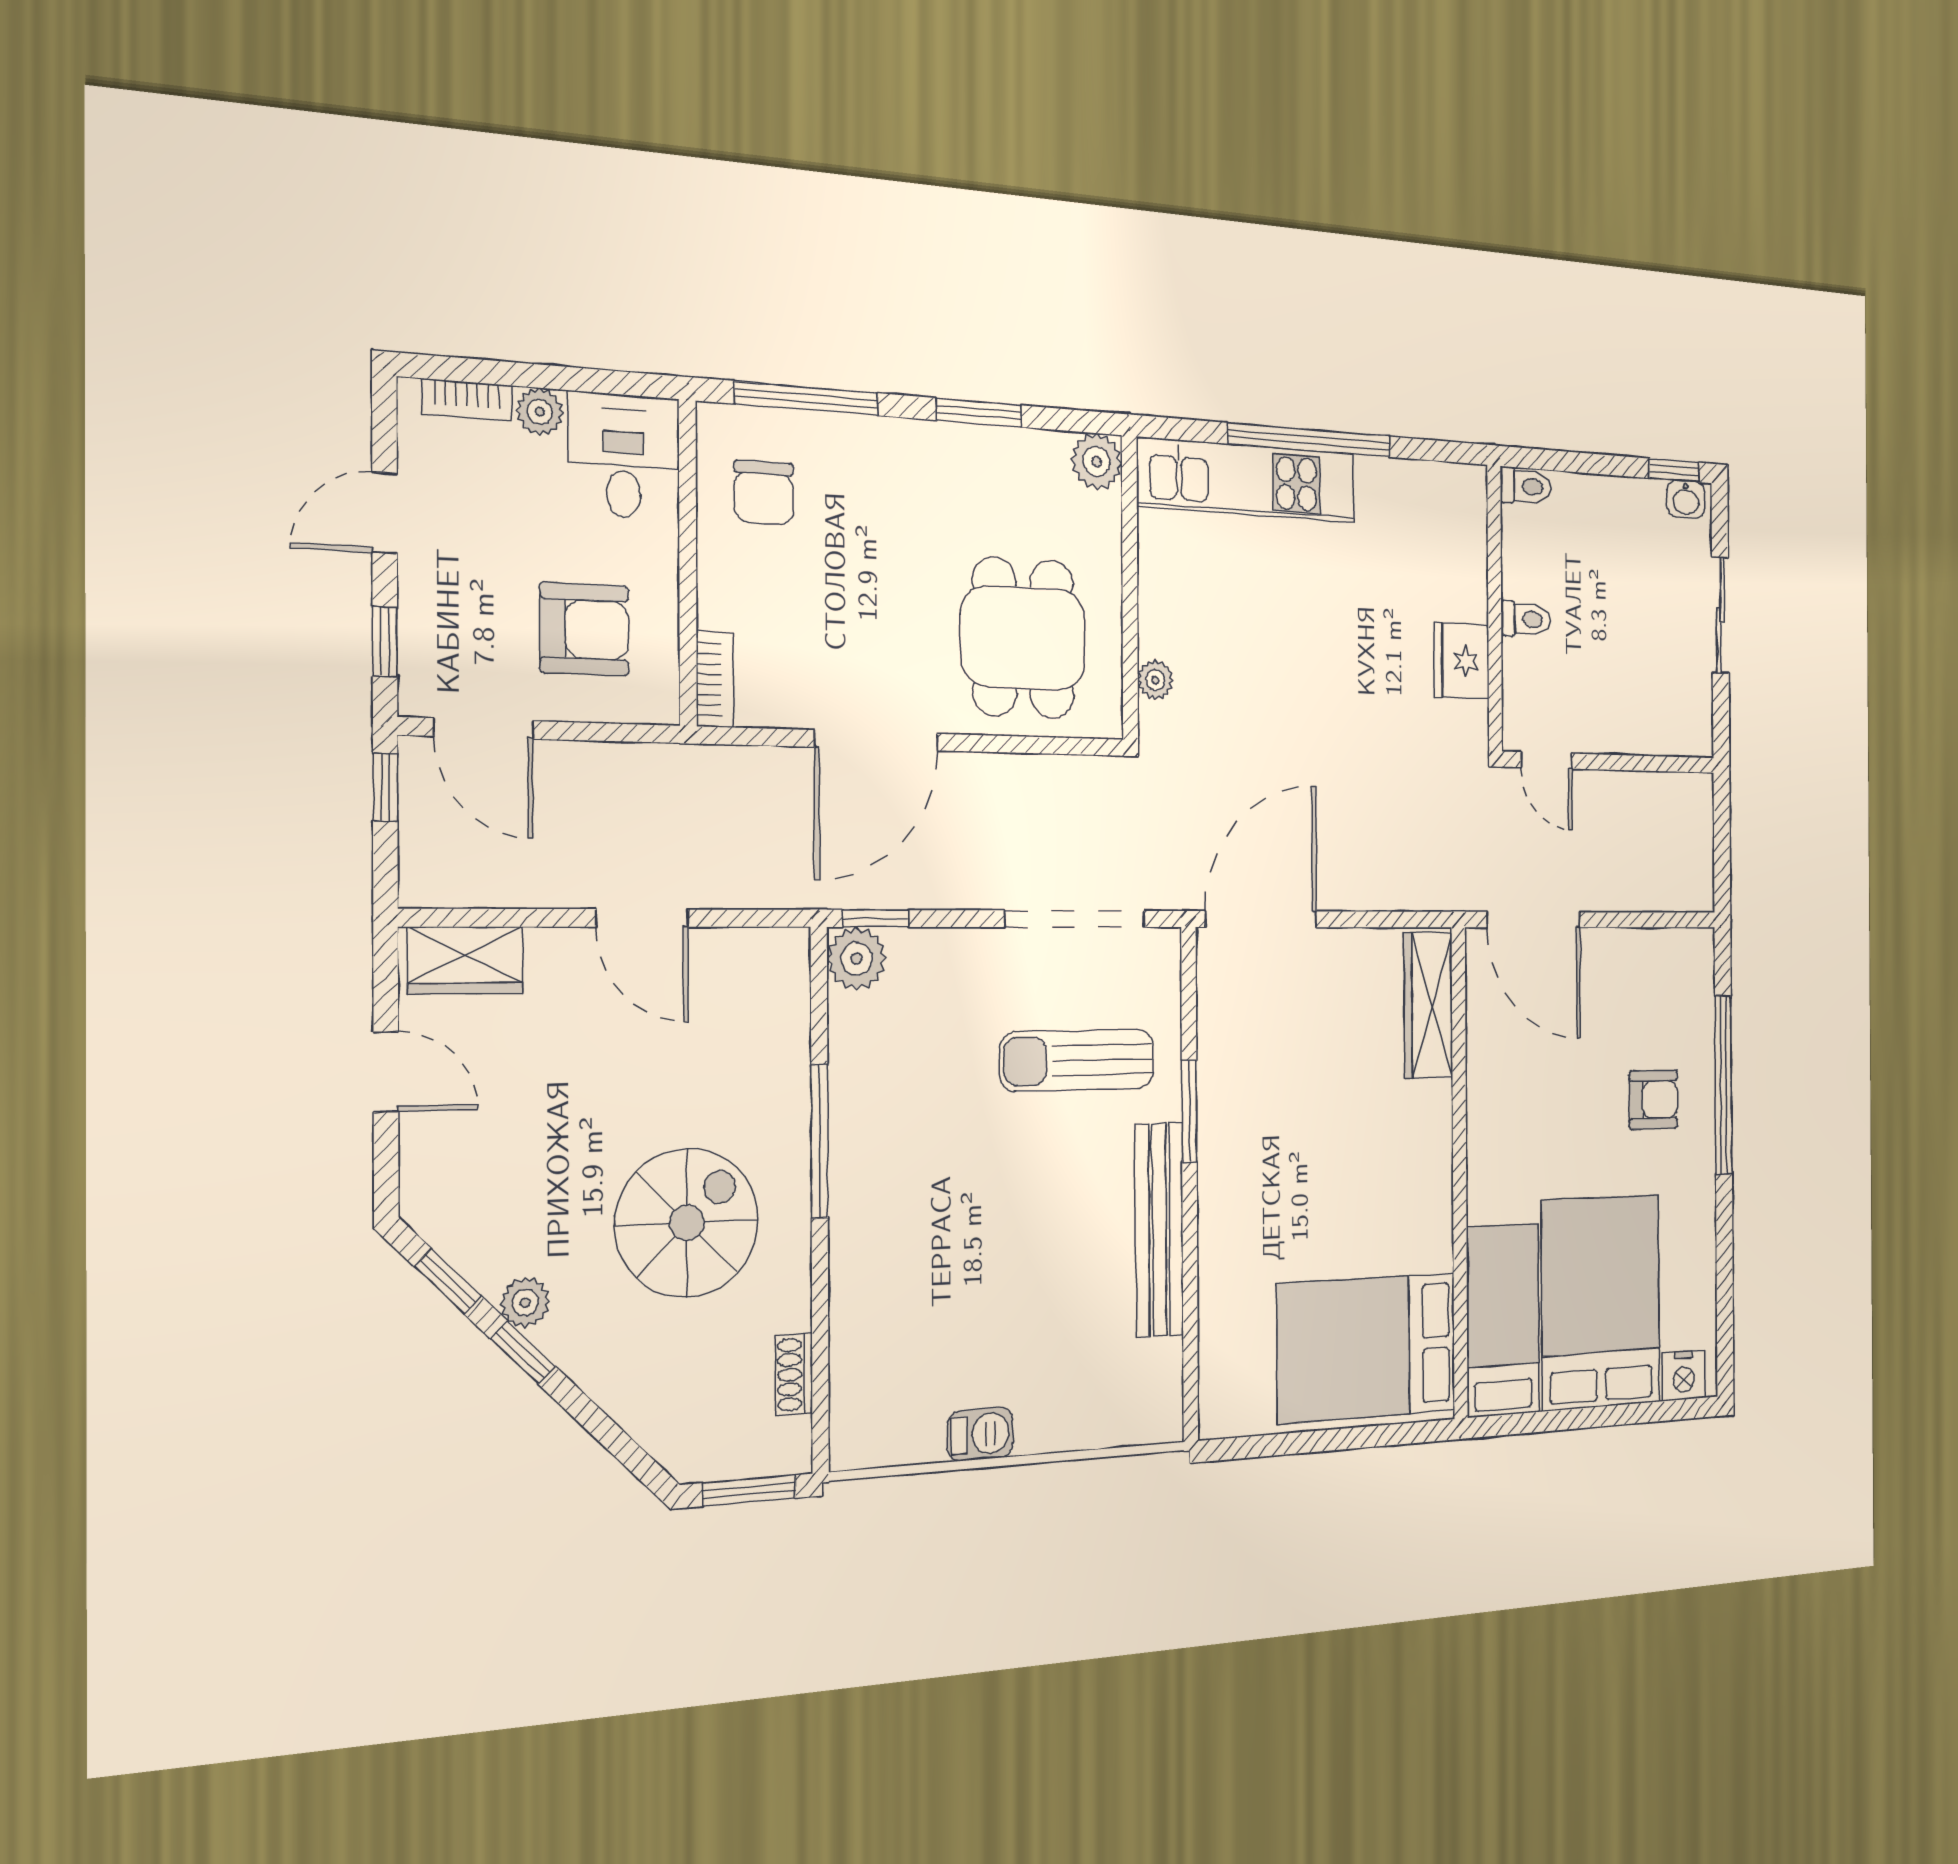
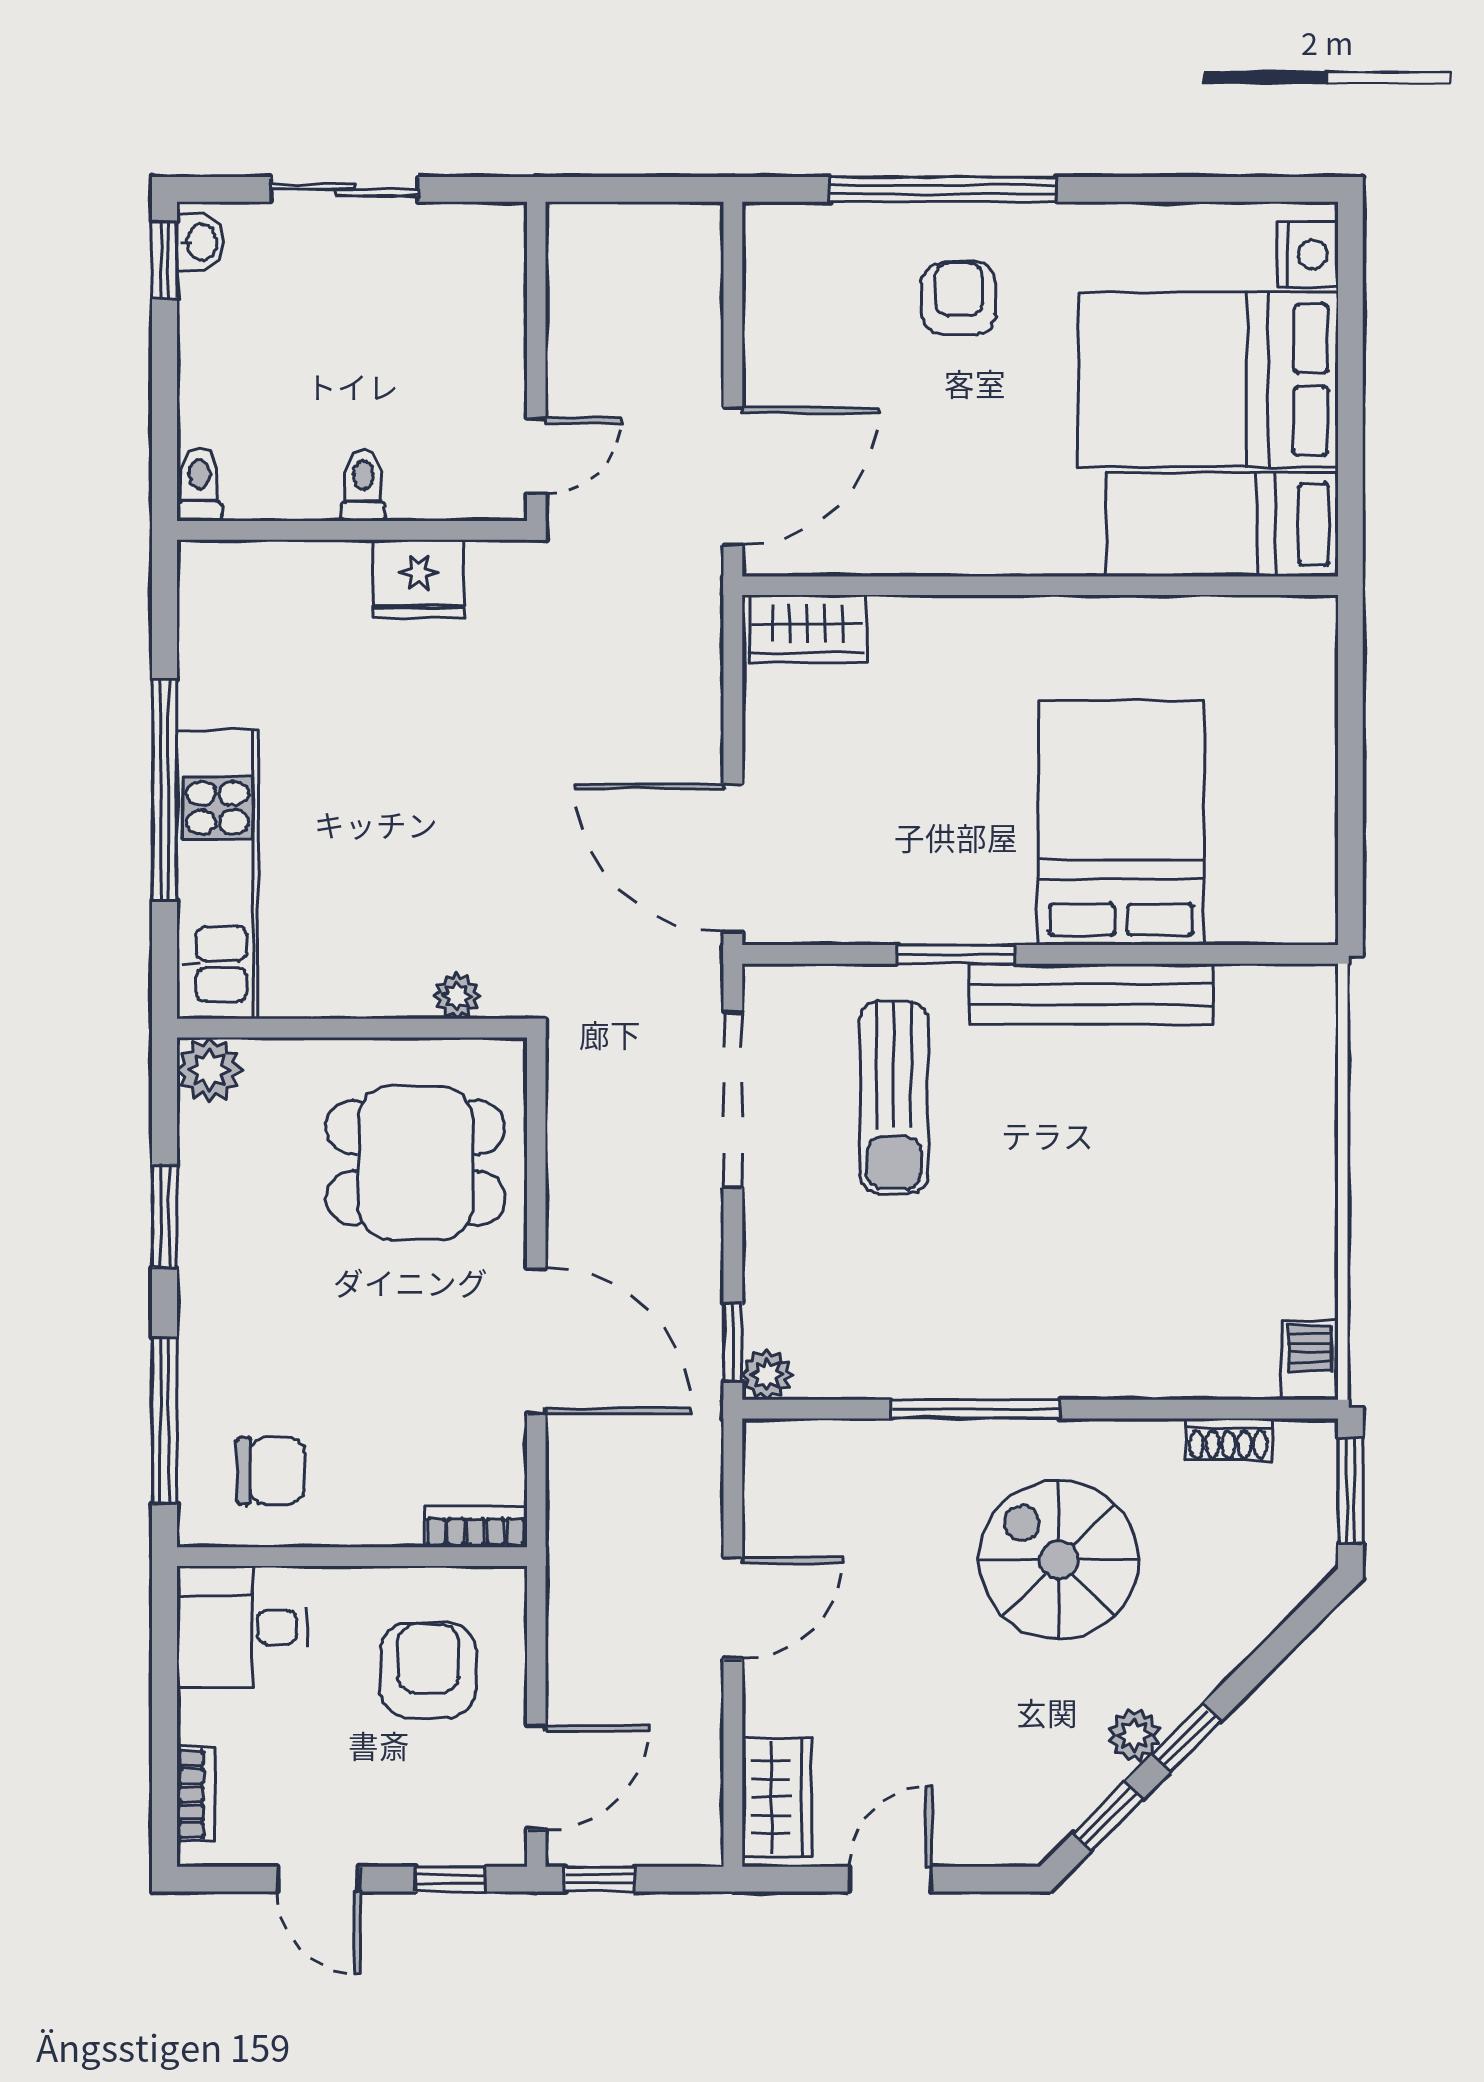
plant: (540, 412) -> (202, 1717), removed
plant: (857, 958) -> (767, 1375), width x0.73, depth x0.73
wardrobe: (1428, 1005) -> (807, 629), width x0.67
bed: (1367, 1348) -> (1121, 823), moved, turned 180
barbecue: (980, 1434) -> (1310, 1360), moved

